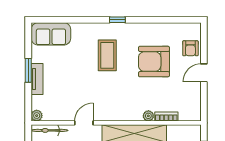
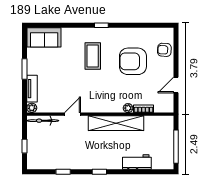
armchair: (190, 48) -> (164, 50), turned 93
door: (204, 73) -> (176, 85), moved
tv unit: (37, 79) -> (32, 89), moved

